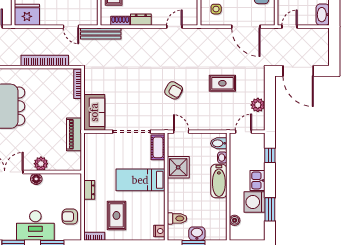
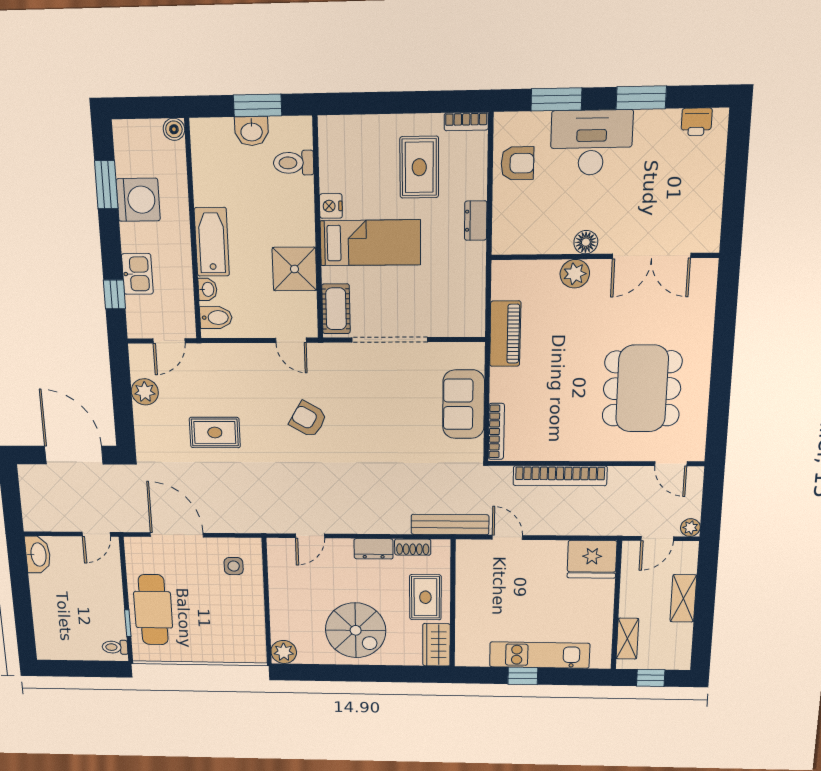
sofa: (94, 112) -> (464, 404), moved
kitchen sink: (257, 180) -> (137, 274), moved
boiler: (235, 220) -> (174, 129), moved
nightstand: (159, 231) -> (331, 206), moved

